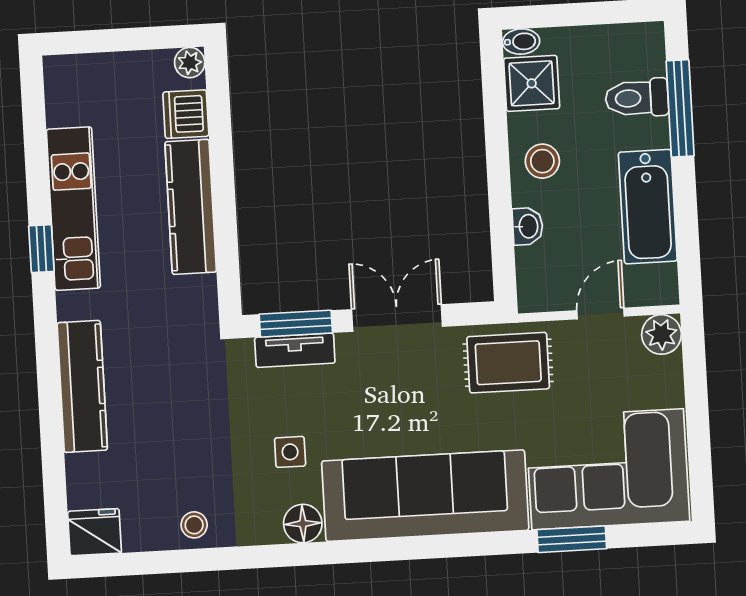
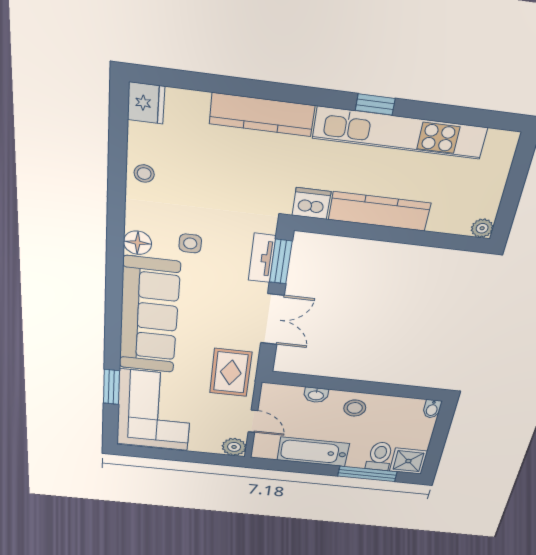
shower: (532, 83) -> (408, 461), moved
dishwasher: (186, 114) -> (311, 203), moved
kitchen unit: (73, 209) -> (400, 133), width x1.36

